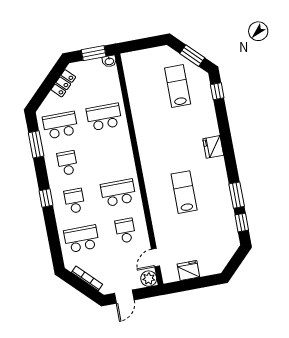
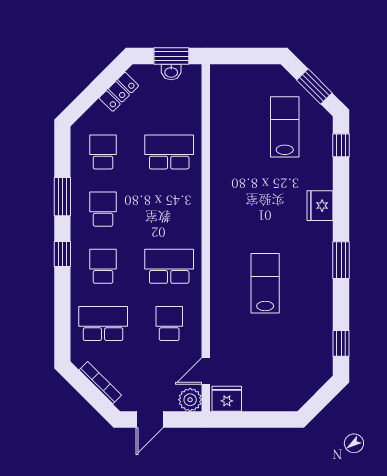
washbasin: (109, 61) -> (171, 72), moved
school desk: (60, 125) -> (103, 152), width x0.54
window: (36, 144) -> (62, 197), moved
fridge: (213, 147) -> (320, 206), moved
window: (237, 195) -> (341, 260), moved
fridge: (188, 270) -> (227, 399), moved

